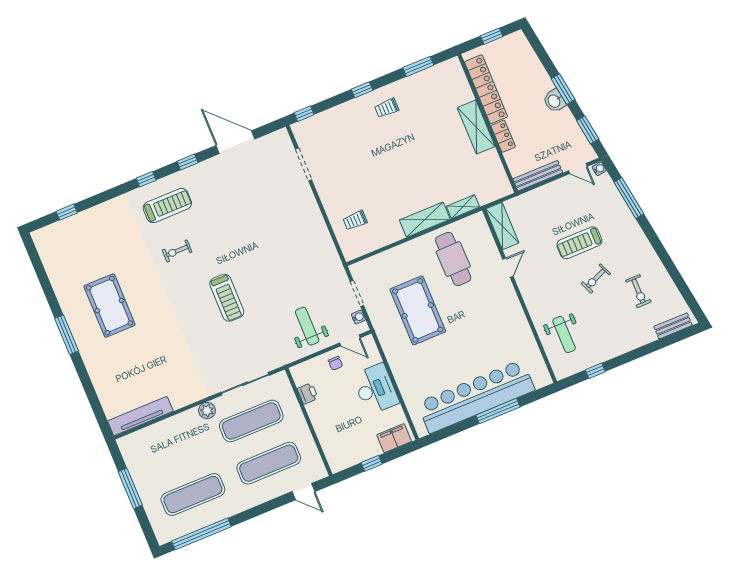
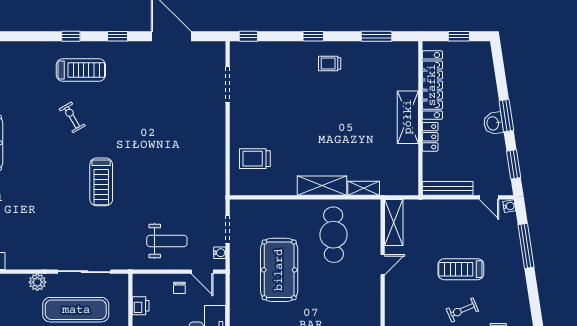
trolley: (355, 220) -> (255, 159), width x1.36, depth x1.39
exercise bike: (177, 251) -> (72, 117), turned 60
weight bench: (307, 326) -> (167, 241), turned 90

